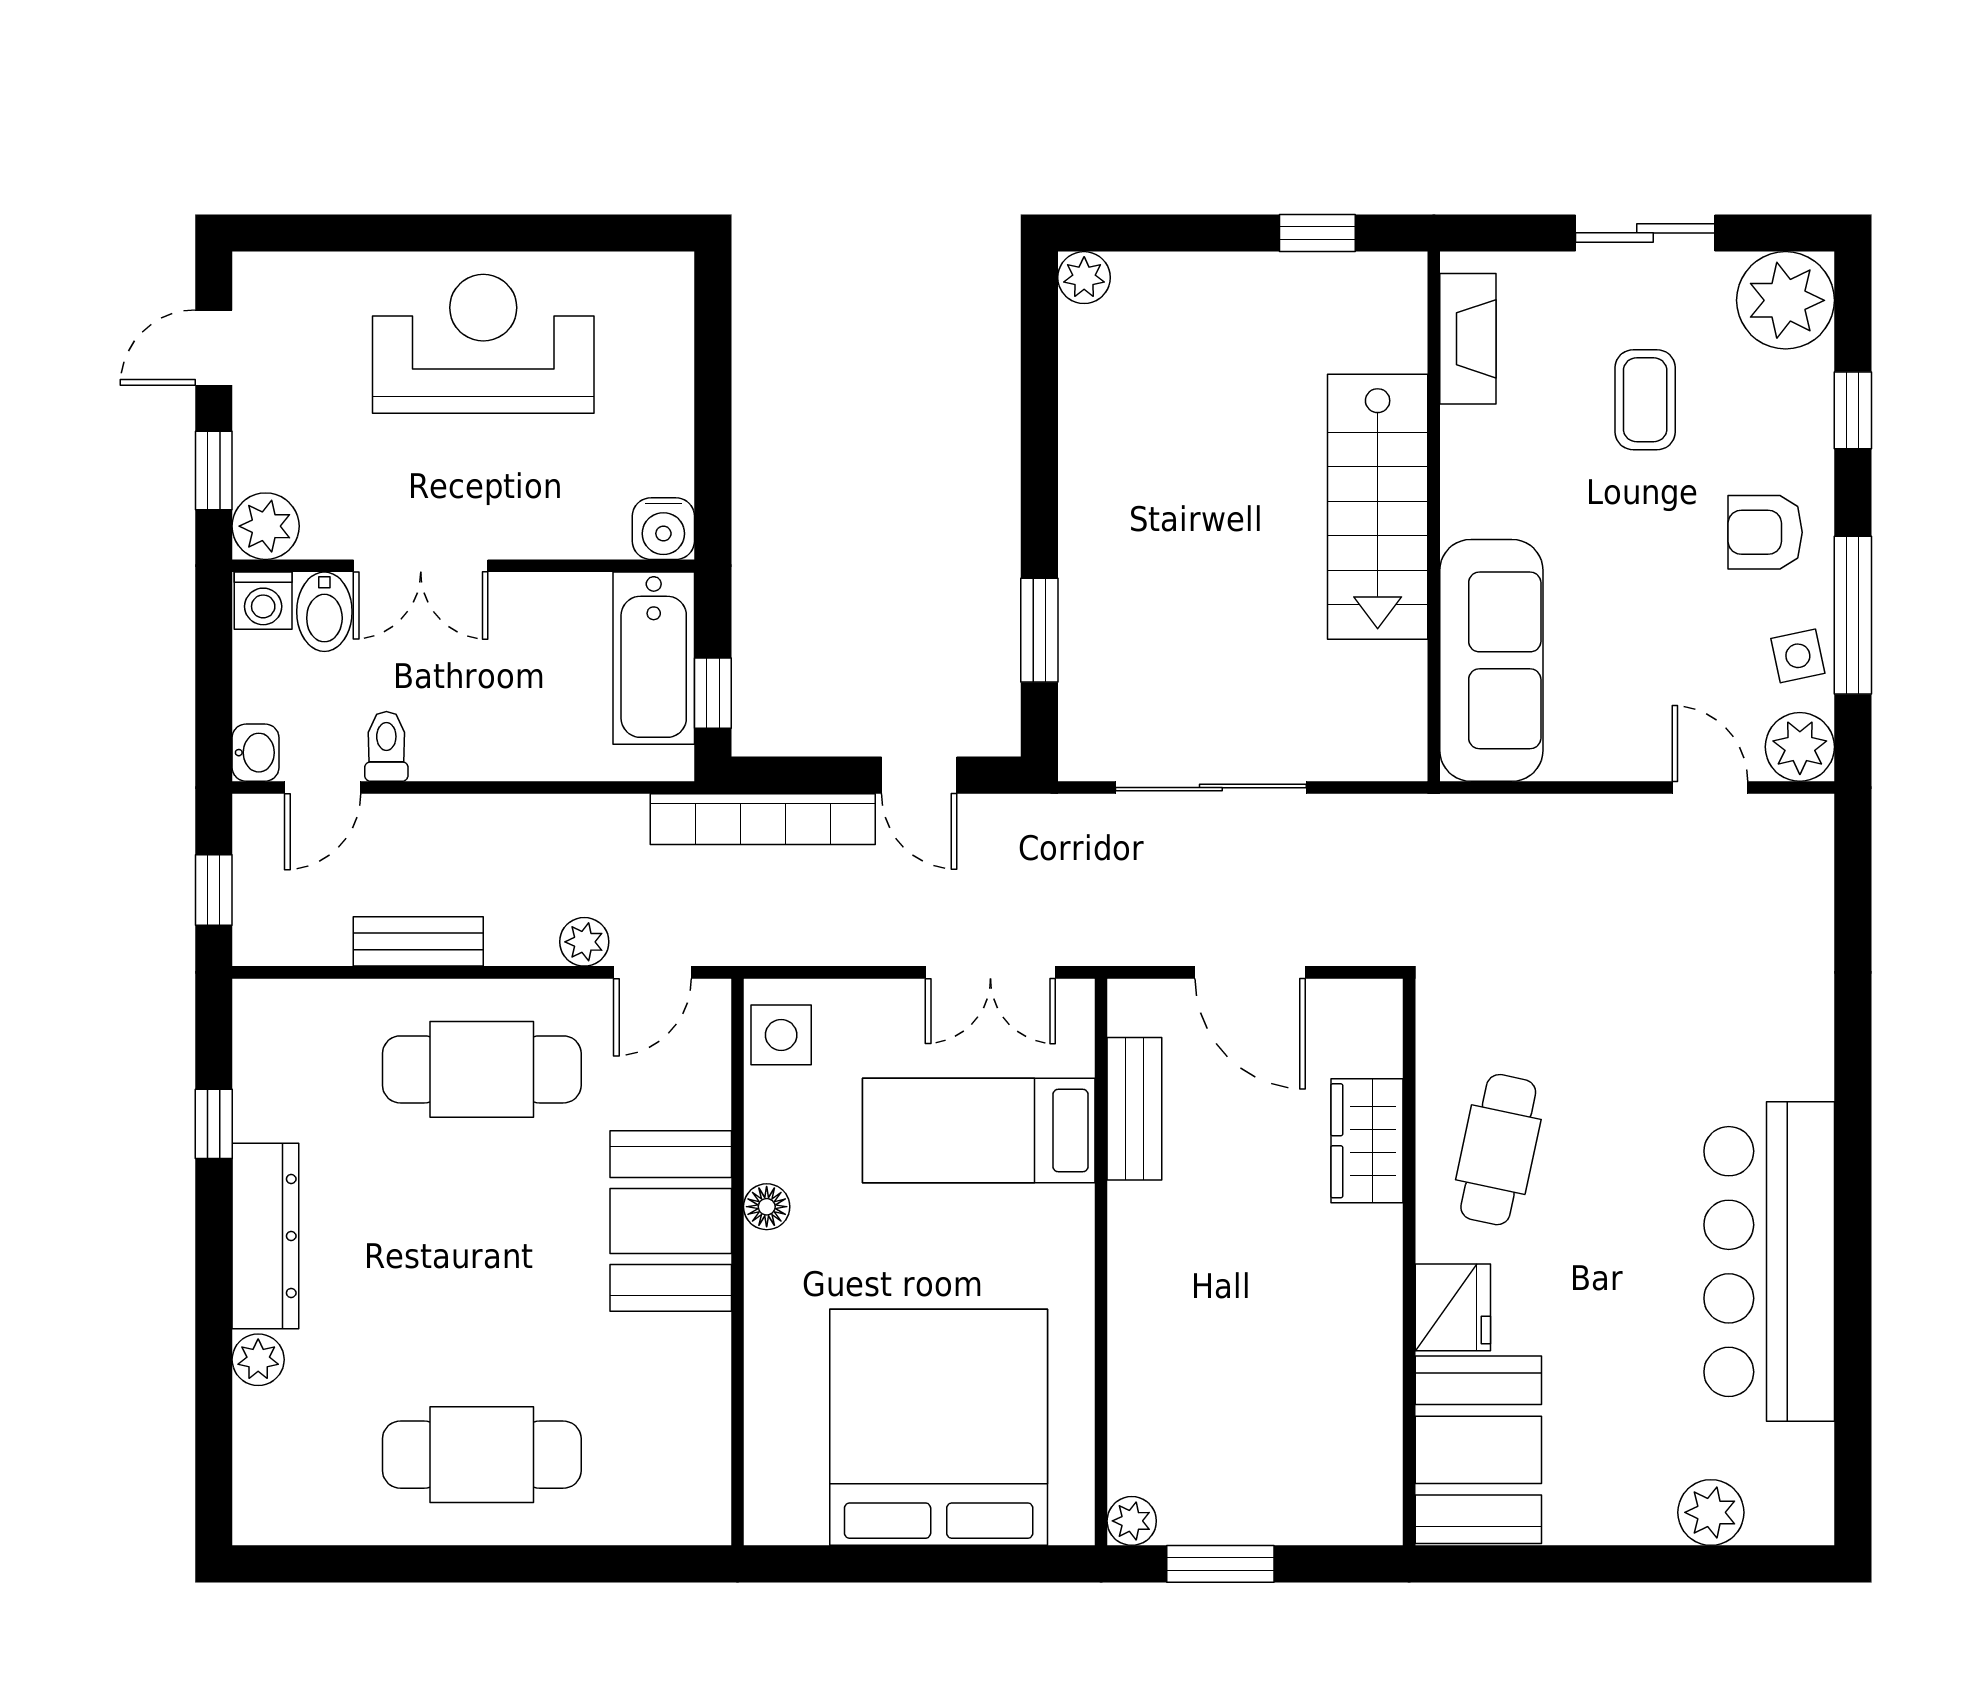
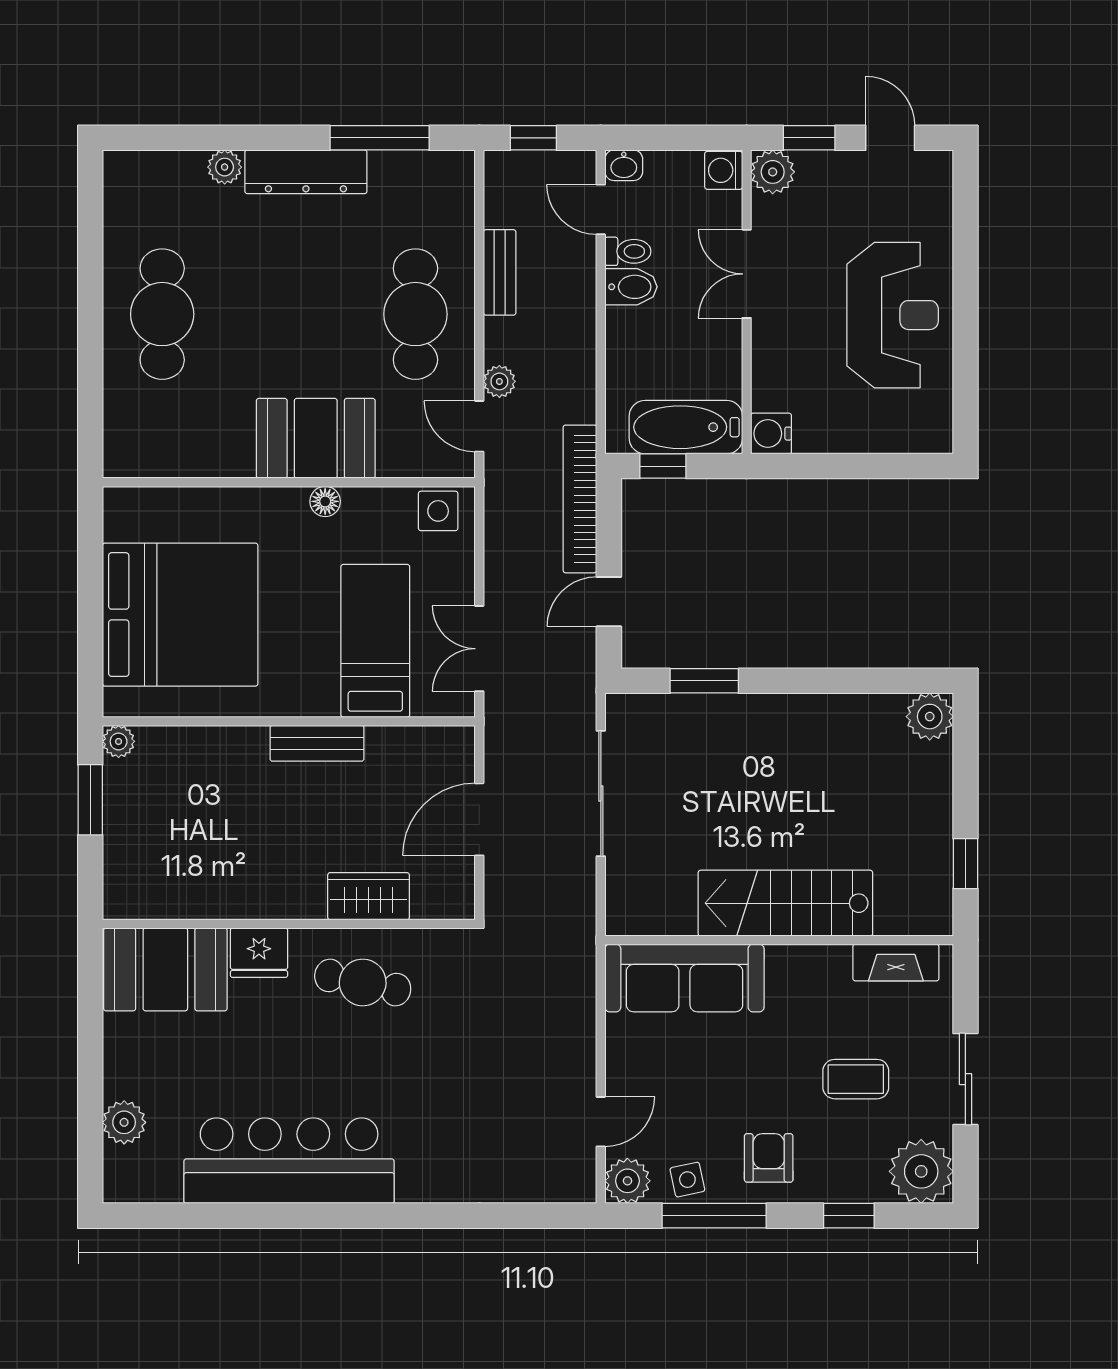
plant: (1084, 278) -> (930, 717), width x1.38, depth x1.38
bidet: (324, 612) -> (631, 287), moved, turned 180
bench: (1134, 1109) -> (317, 743), moved
window: (214, 1124) -> (380, 138), width x2.17

